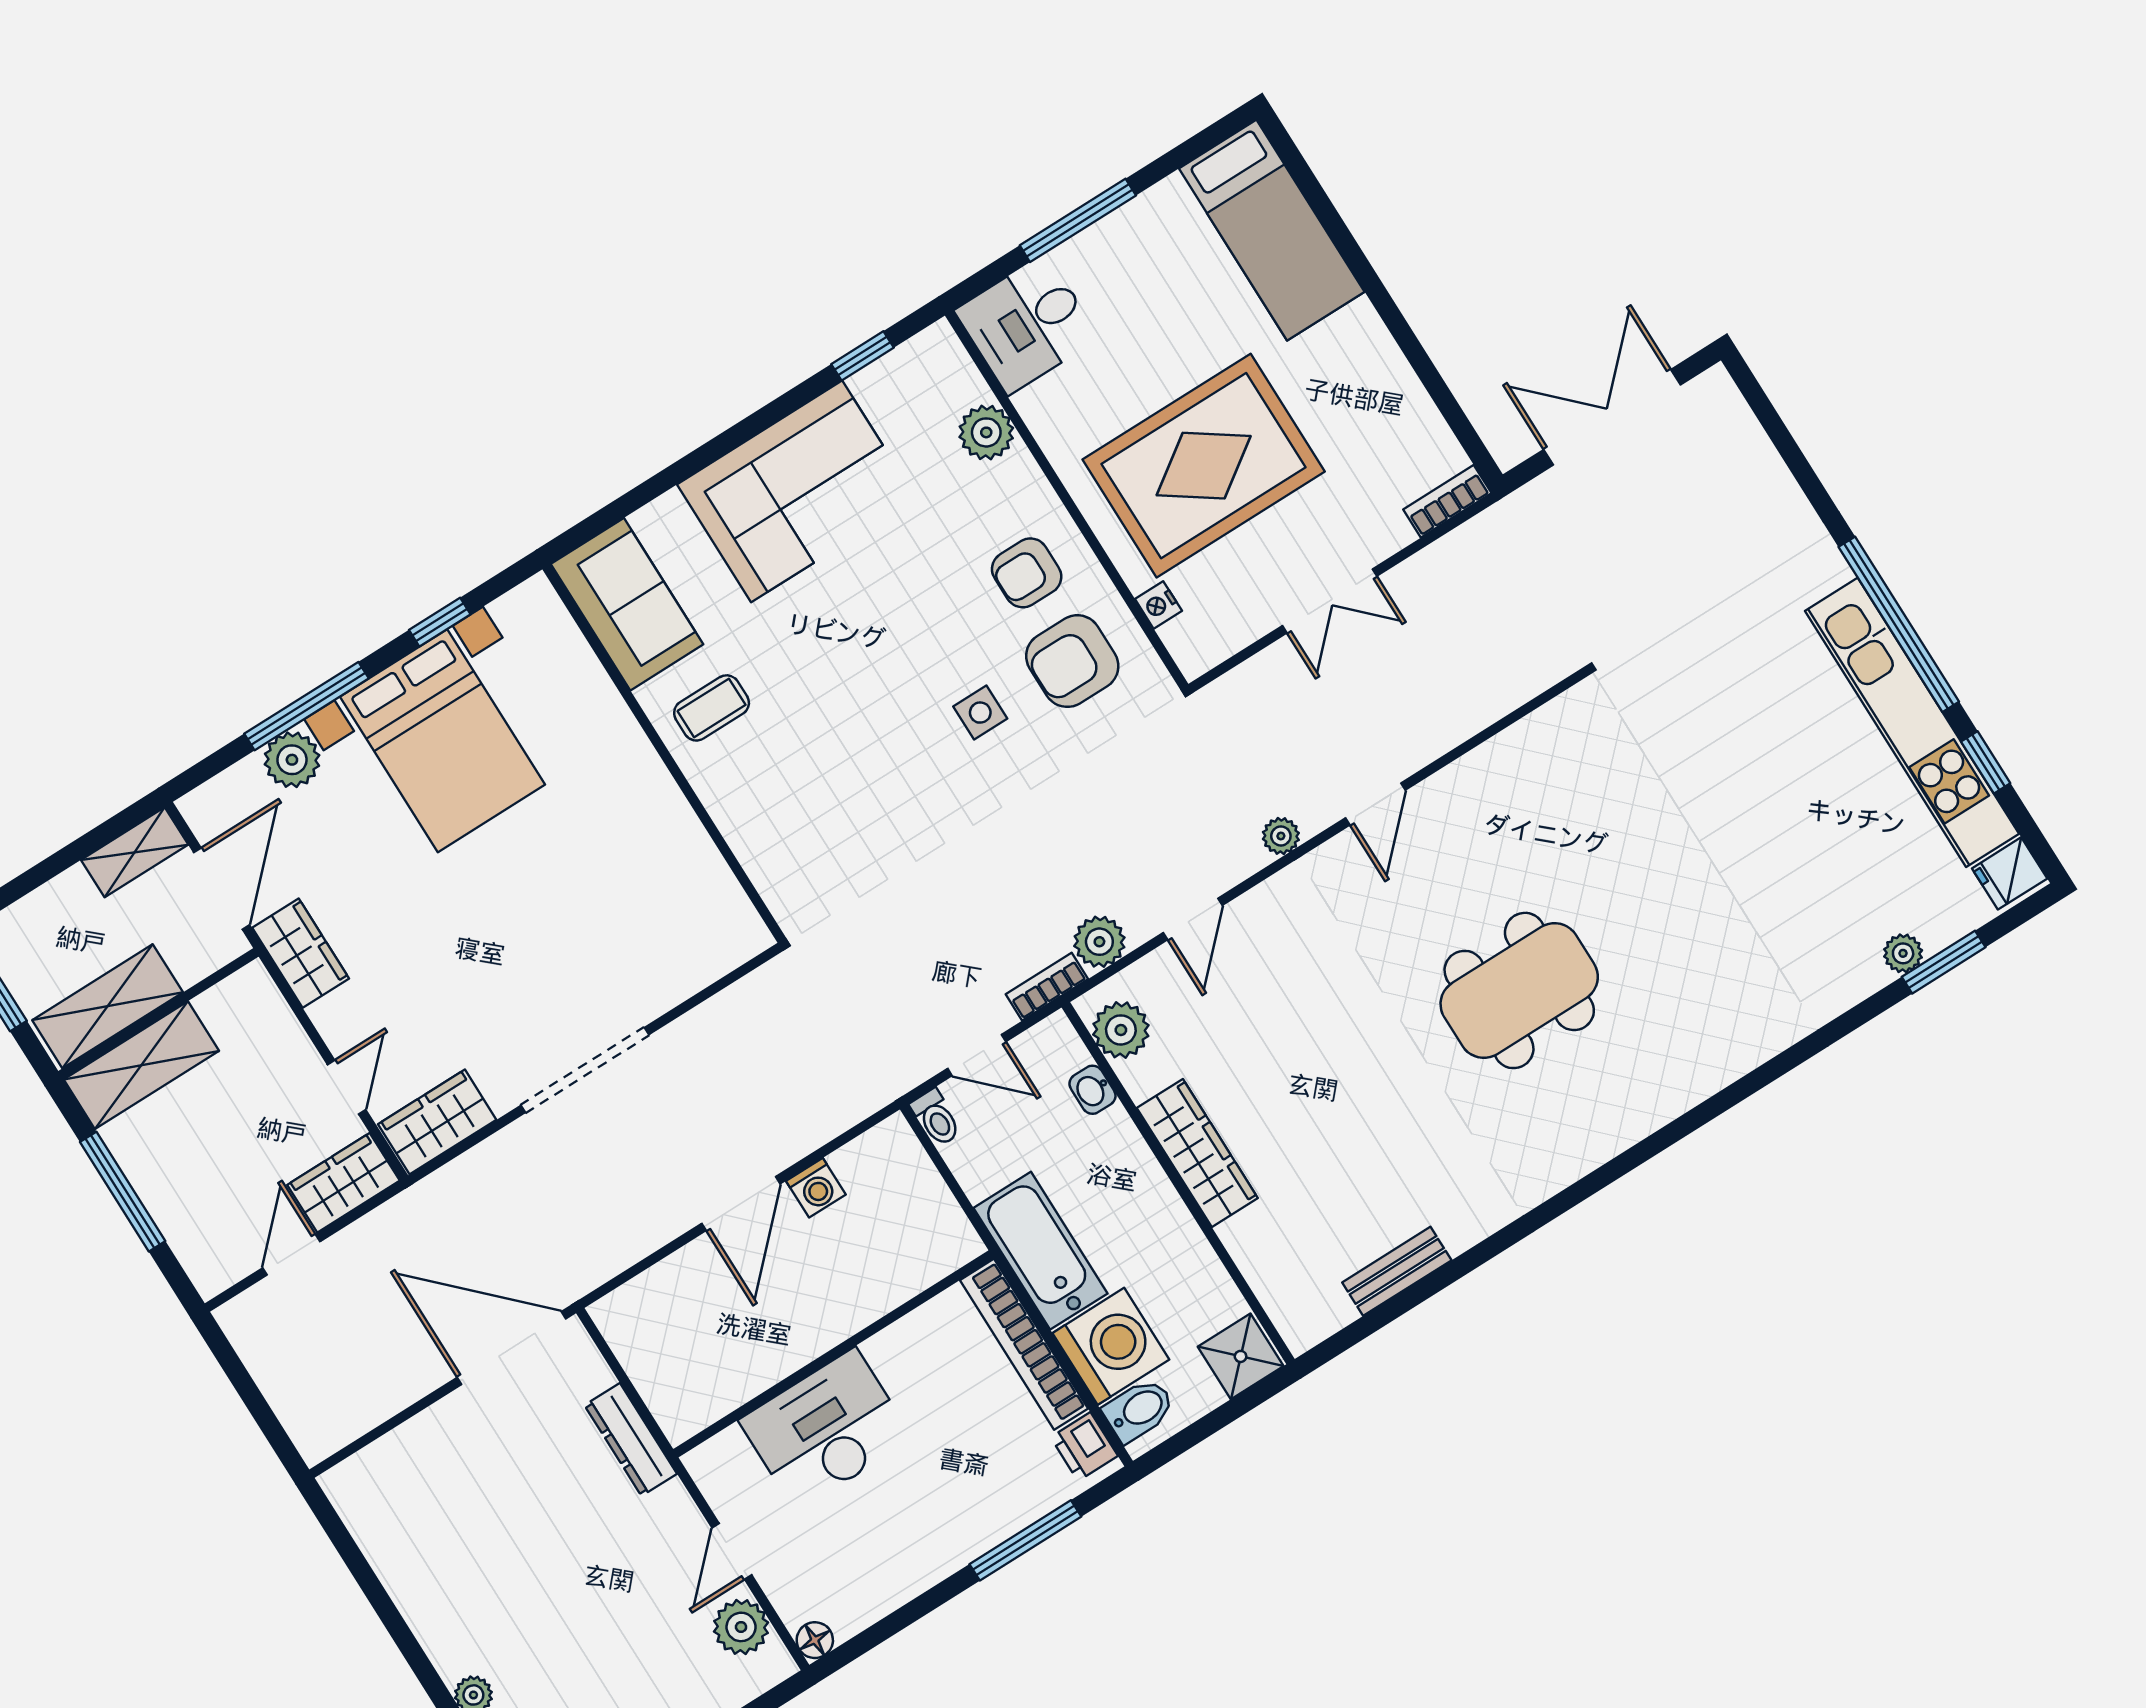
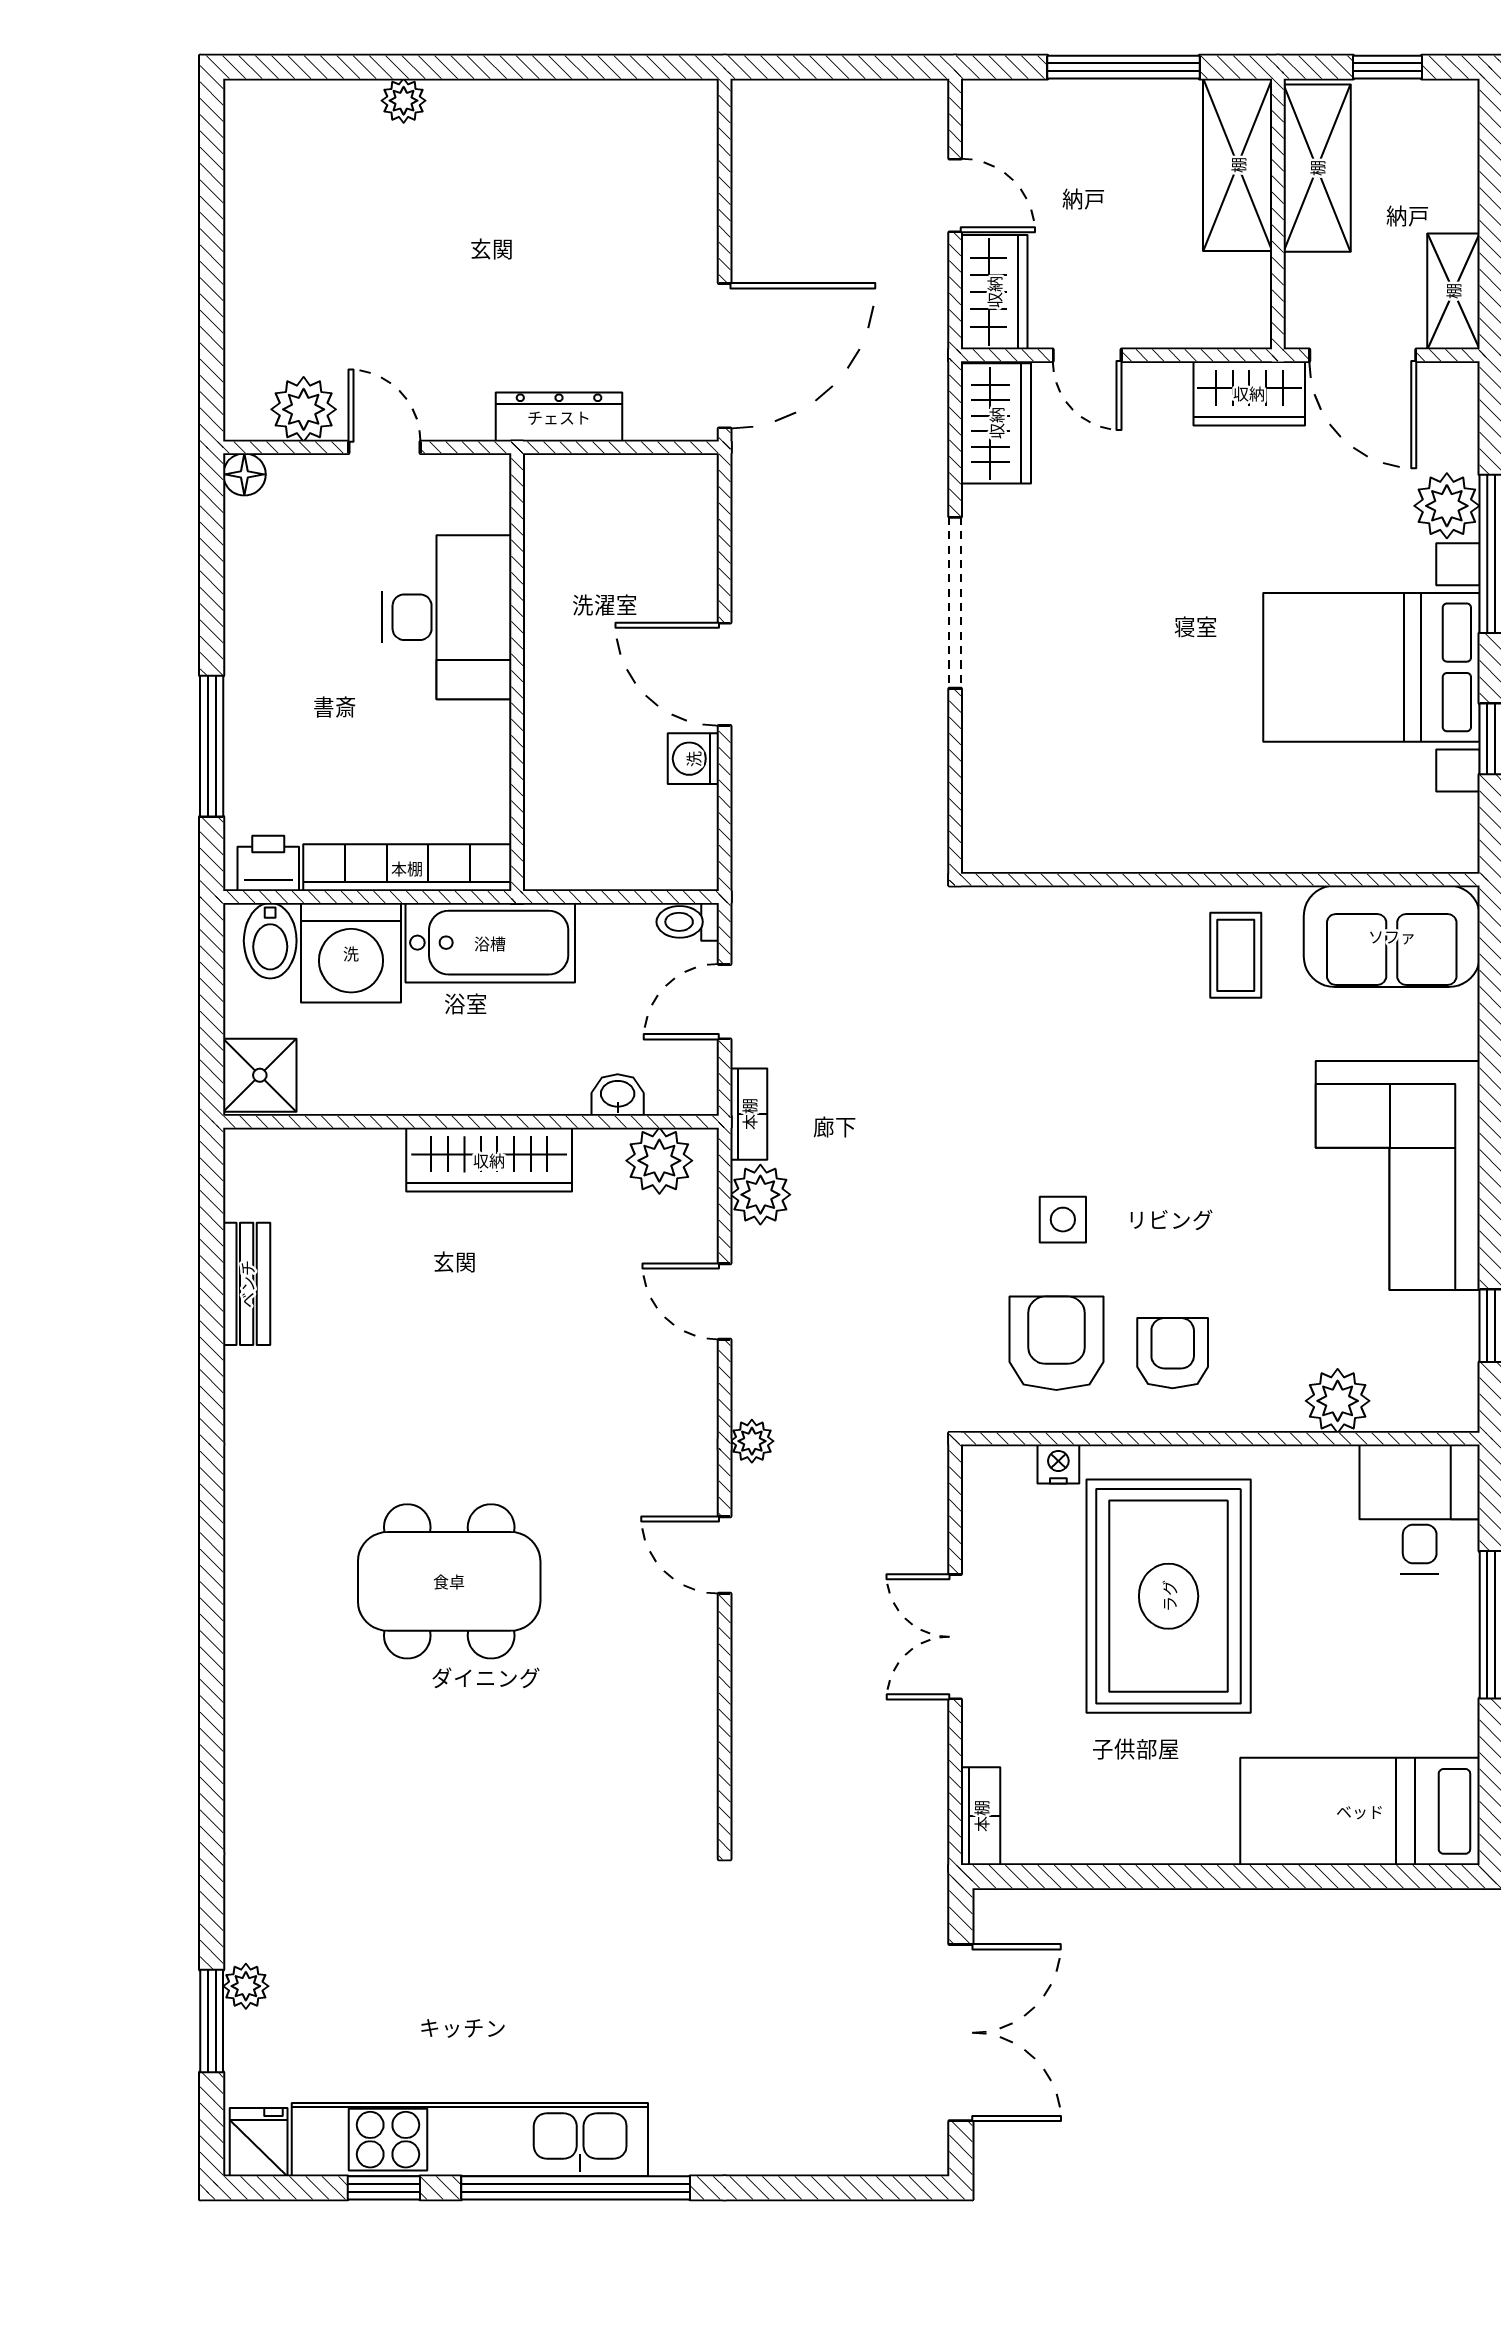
dining table: (1519, 990) -> (449, 1581), turned 90

